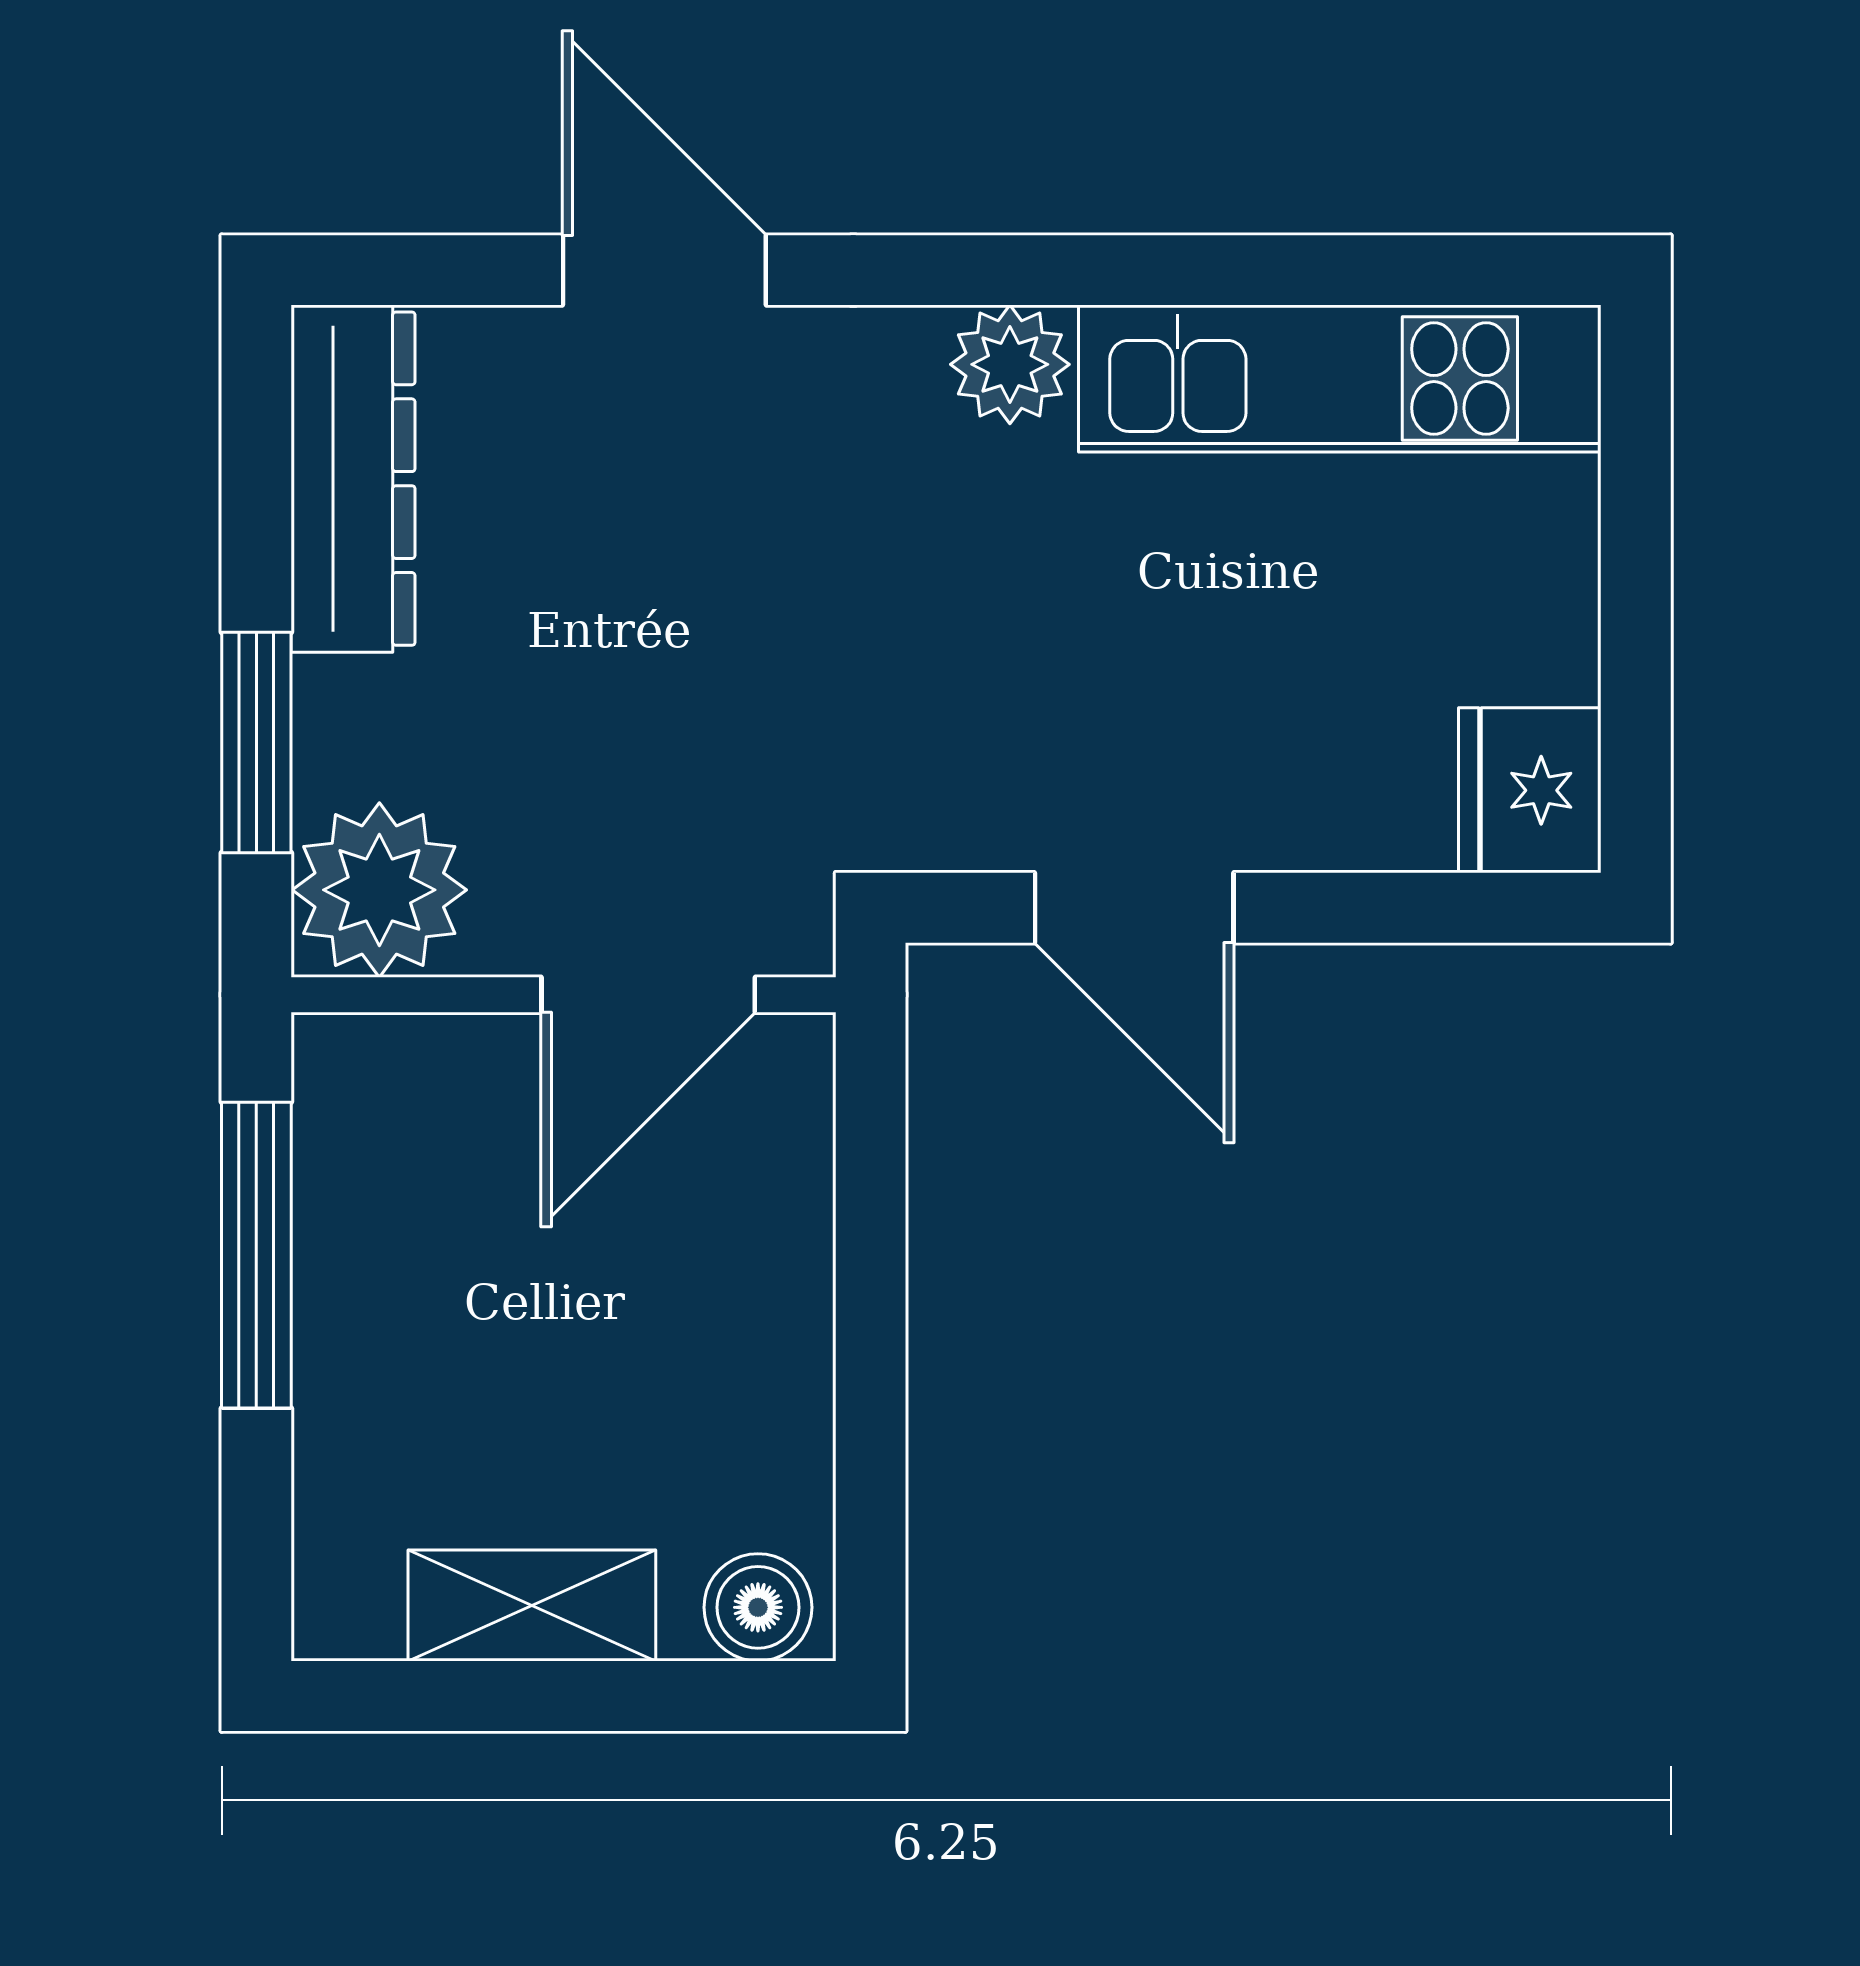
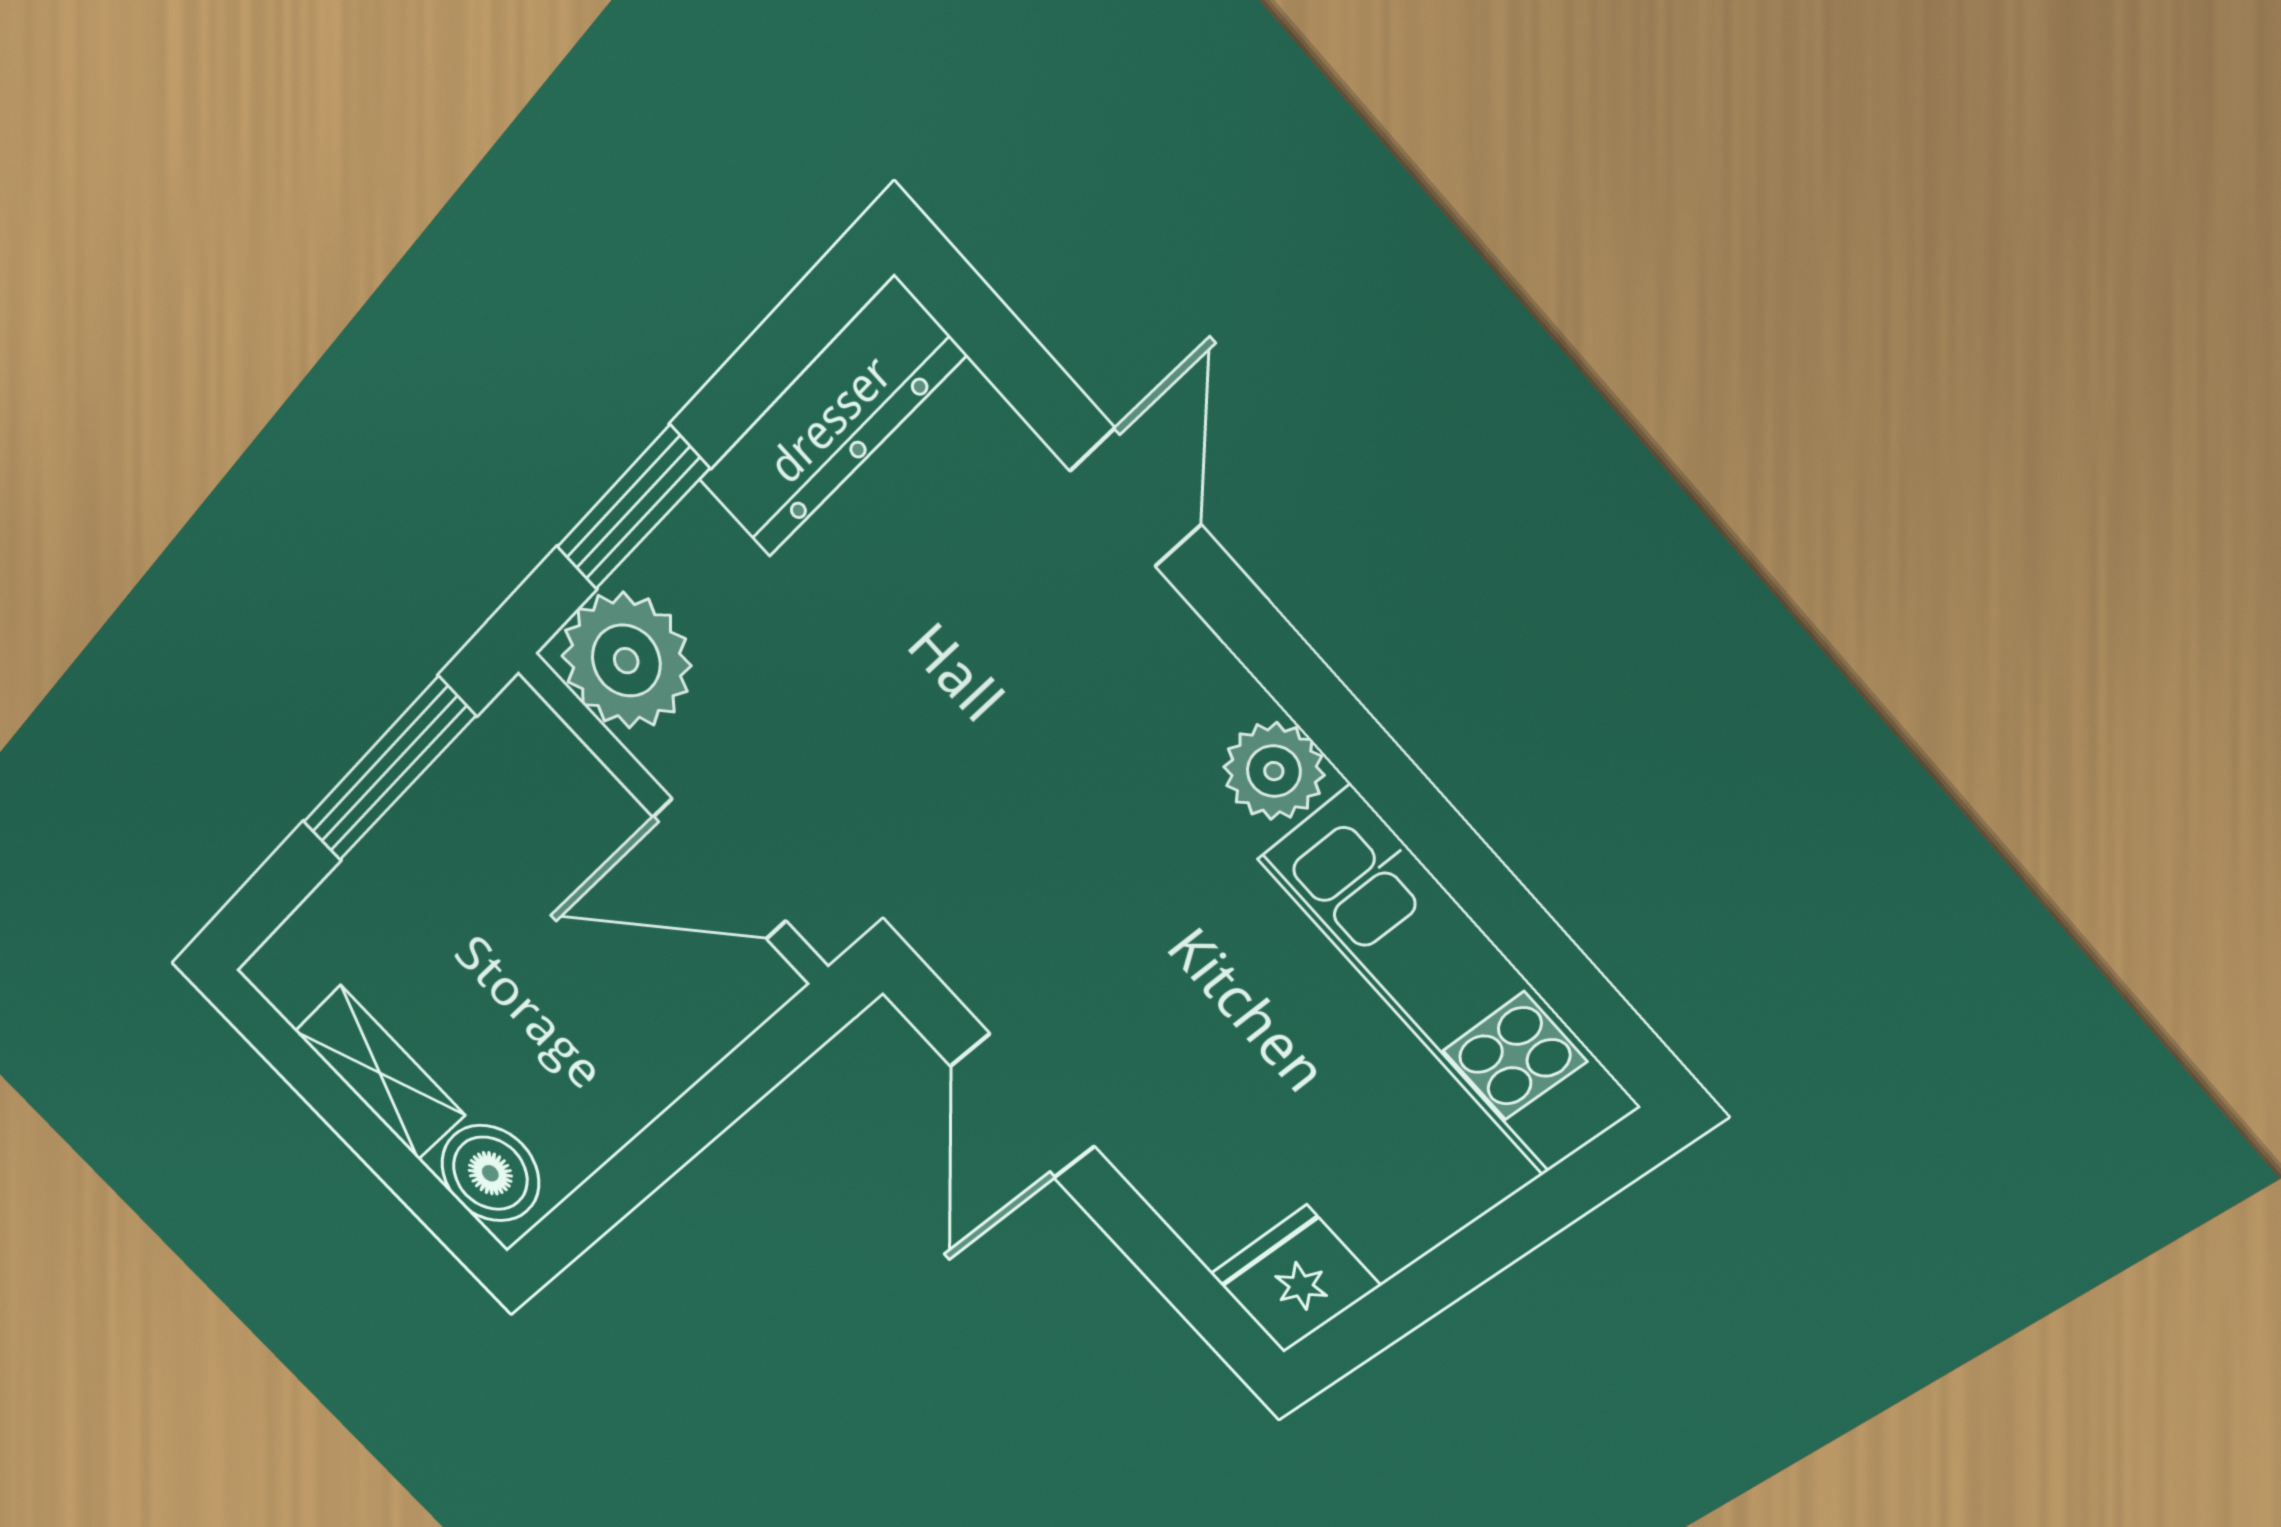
door: (664, 270) -> (1135, 498), width x0.73
boiler: (758, 1607) -> (490, 1173), width x1.36, depth x1.36

